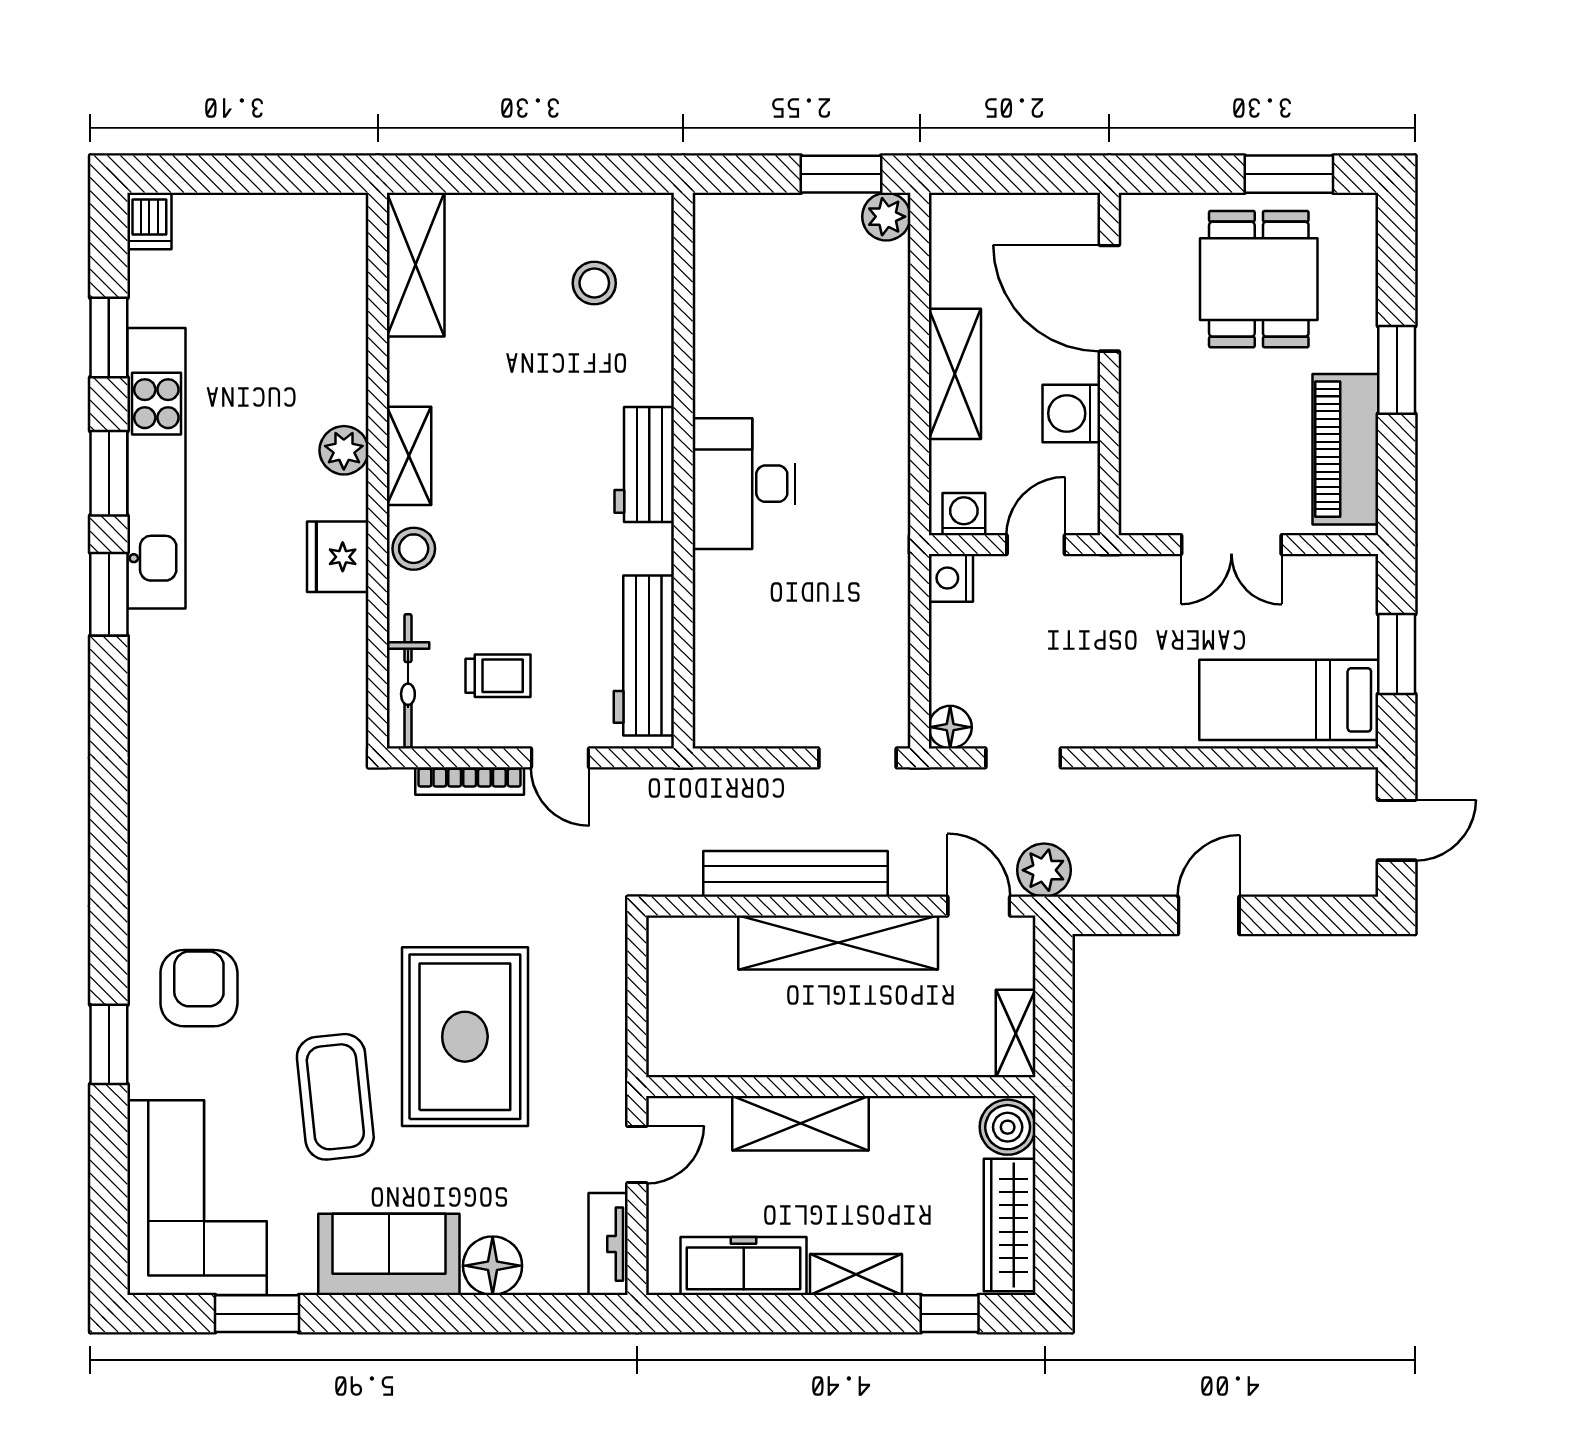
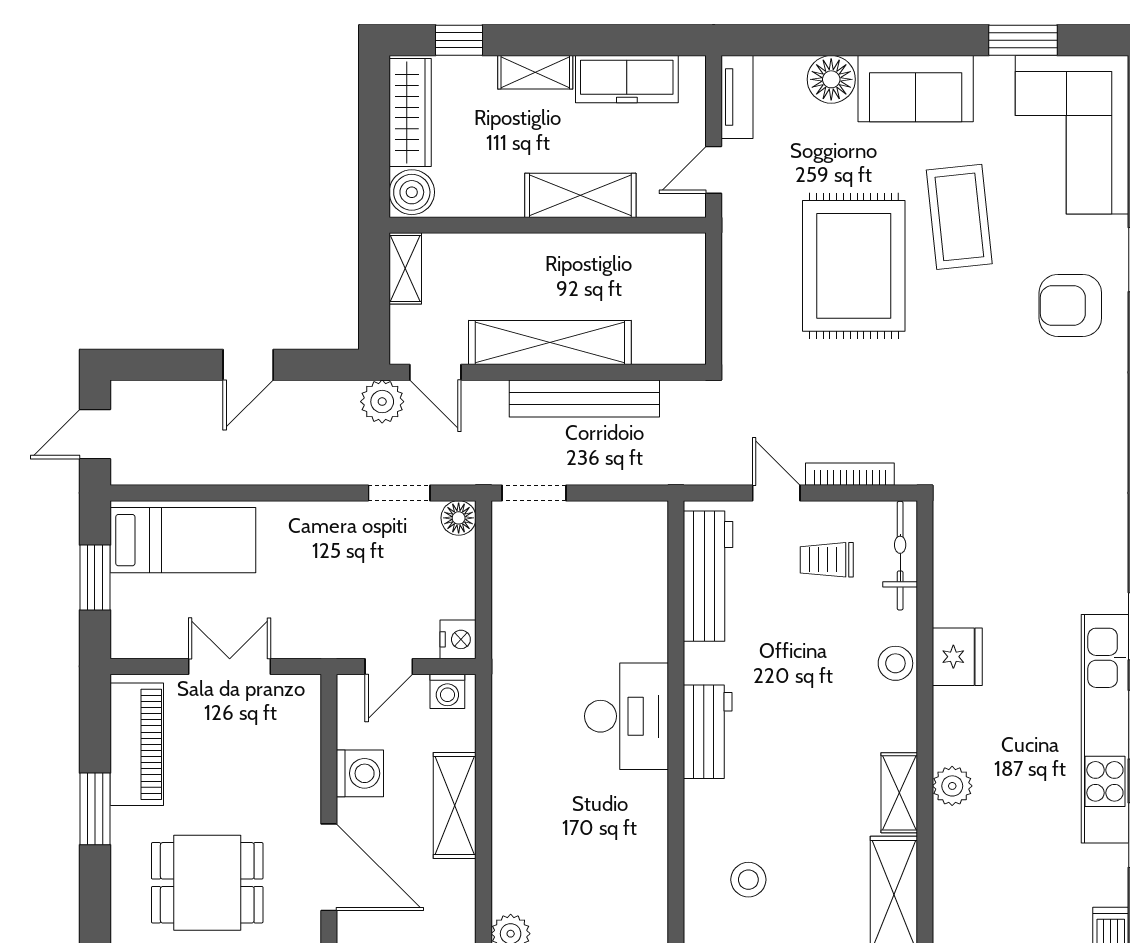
dining table: (1259, 279) -> (207, 883), turned 90
plant: (344, 450) -> (952, 786), moved
shelving: (409, 456) -> (899, 793), moved
armchair: (199, 988) -> (1070, 305), turned 90

